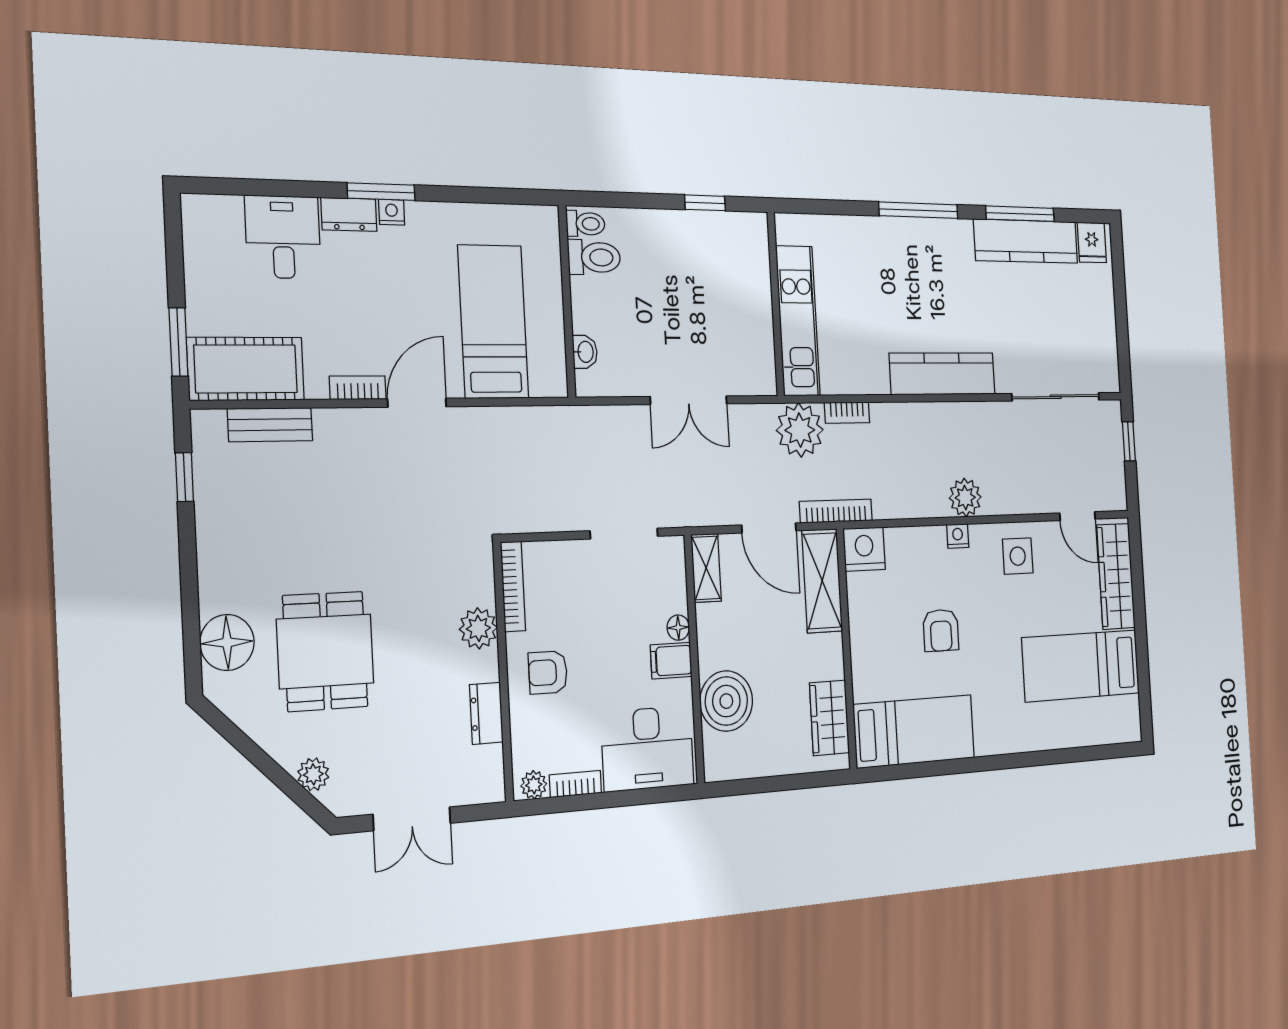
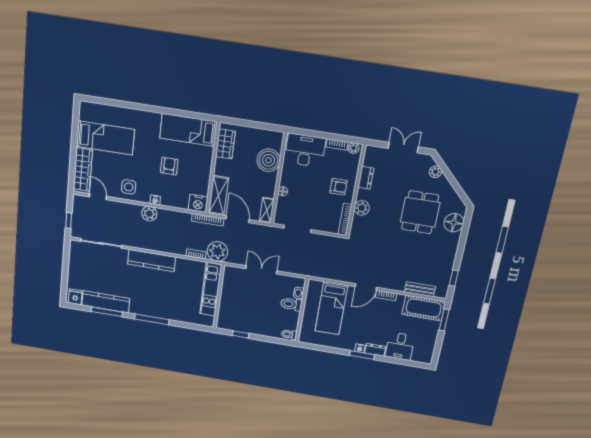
toilet: (594, 257) -> (291, 304), moved
filing cabinet: (671, 661) -> (288, 180), removed

